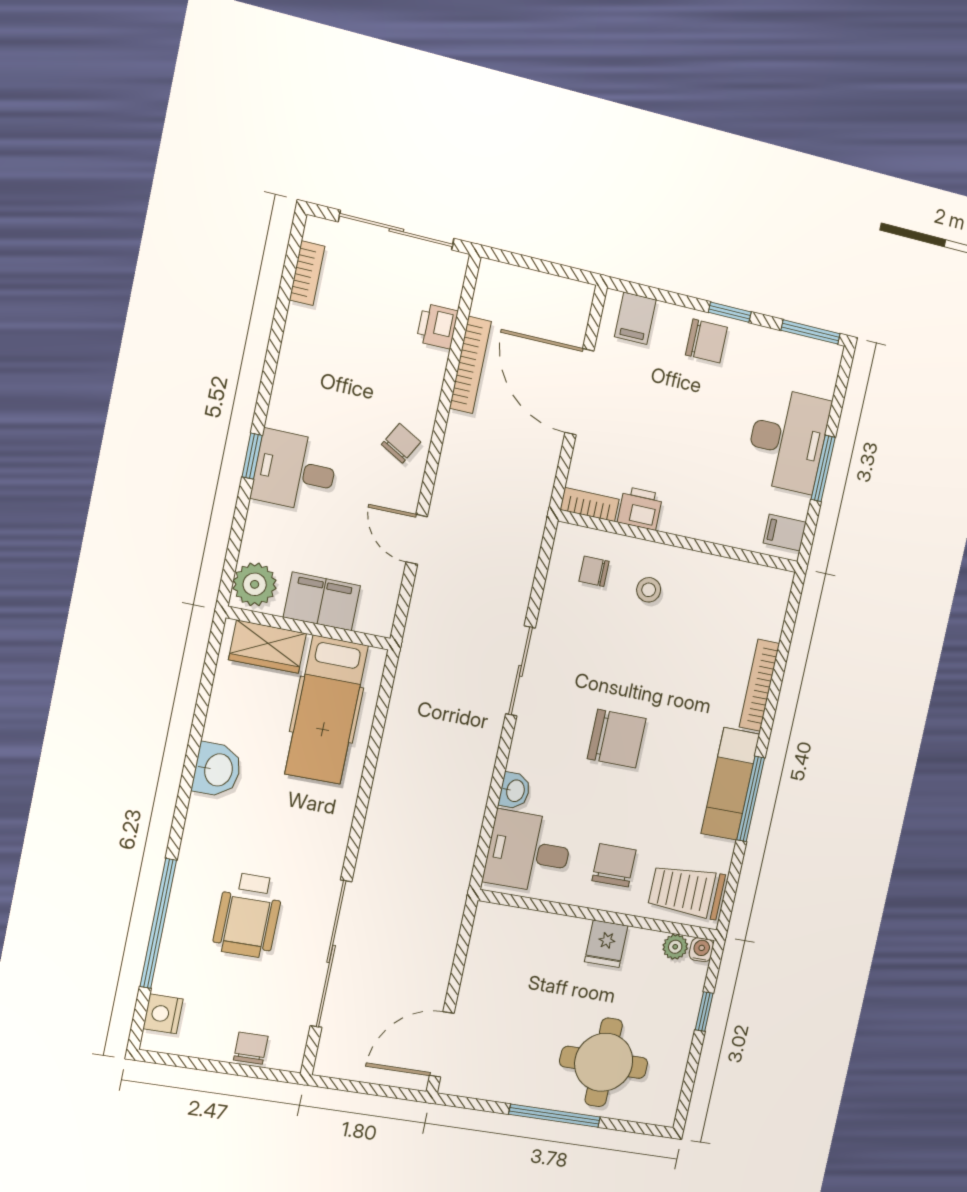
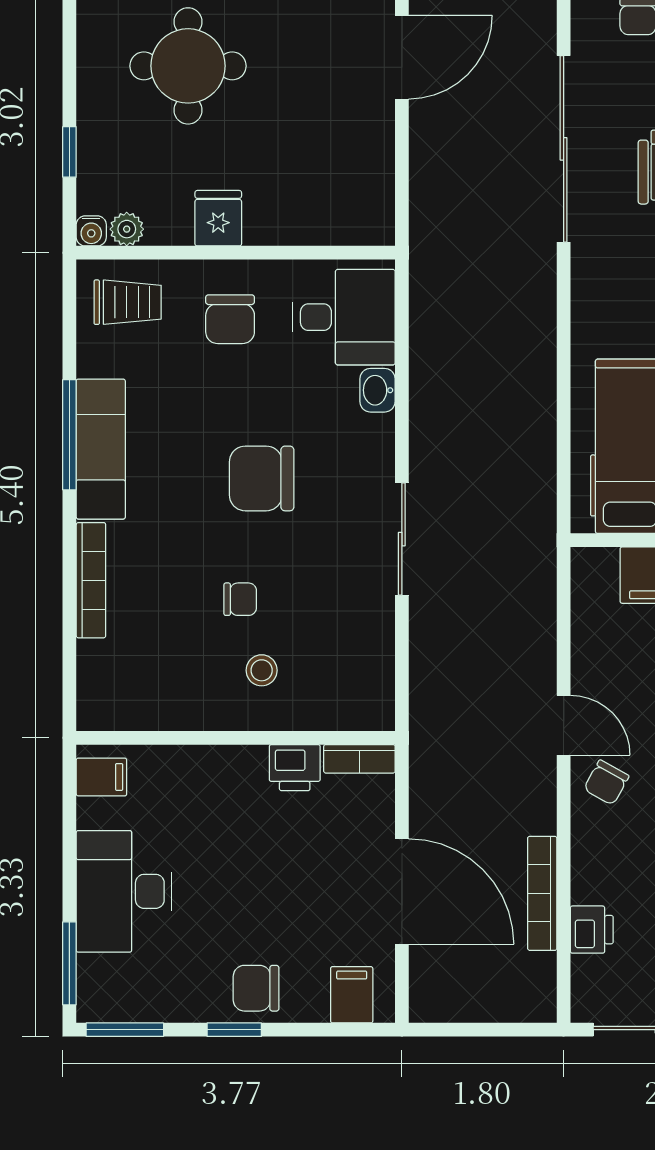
window: (823, 468) -> (69, 963), moved
door: (417, 539) -> (564, 725), moved
chair: (594, 571) -> (240, 599), moved
trolley: (687, 891) -> (128, 302), width x0.73, depth x0.72

